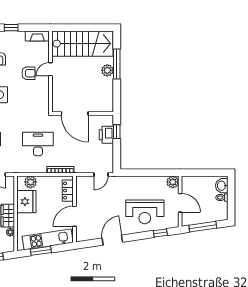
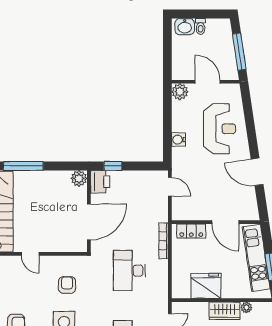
plant: (107, 70) -> (79, 178), moved
armchair: (28, 73) -> (67, 285), moved
printer: (106, 135) -> (100, 182), moved, turned -90
water cooler: (137, 181) -> (179, 140), added
plant: (31, 182) -> (180, 280), removed
door: (180, 203) -> (208, 82), hinge flipped
window: (160, 233) -> (248, 108), removed

